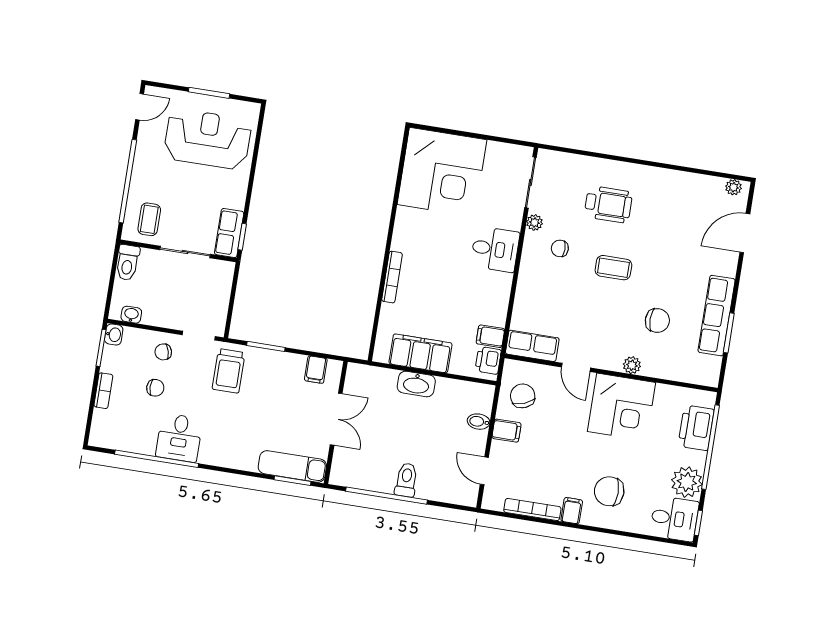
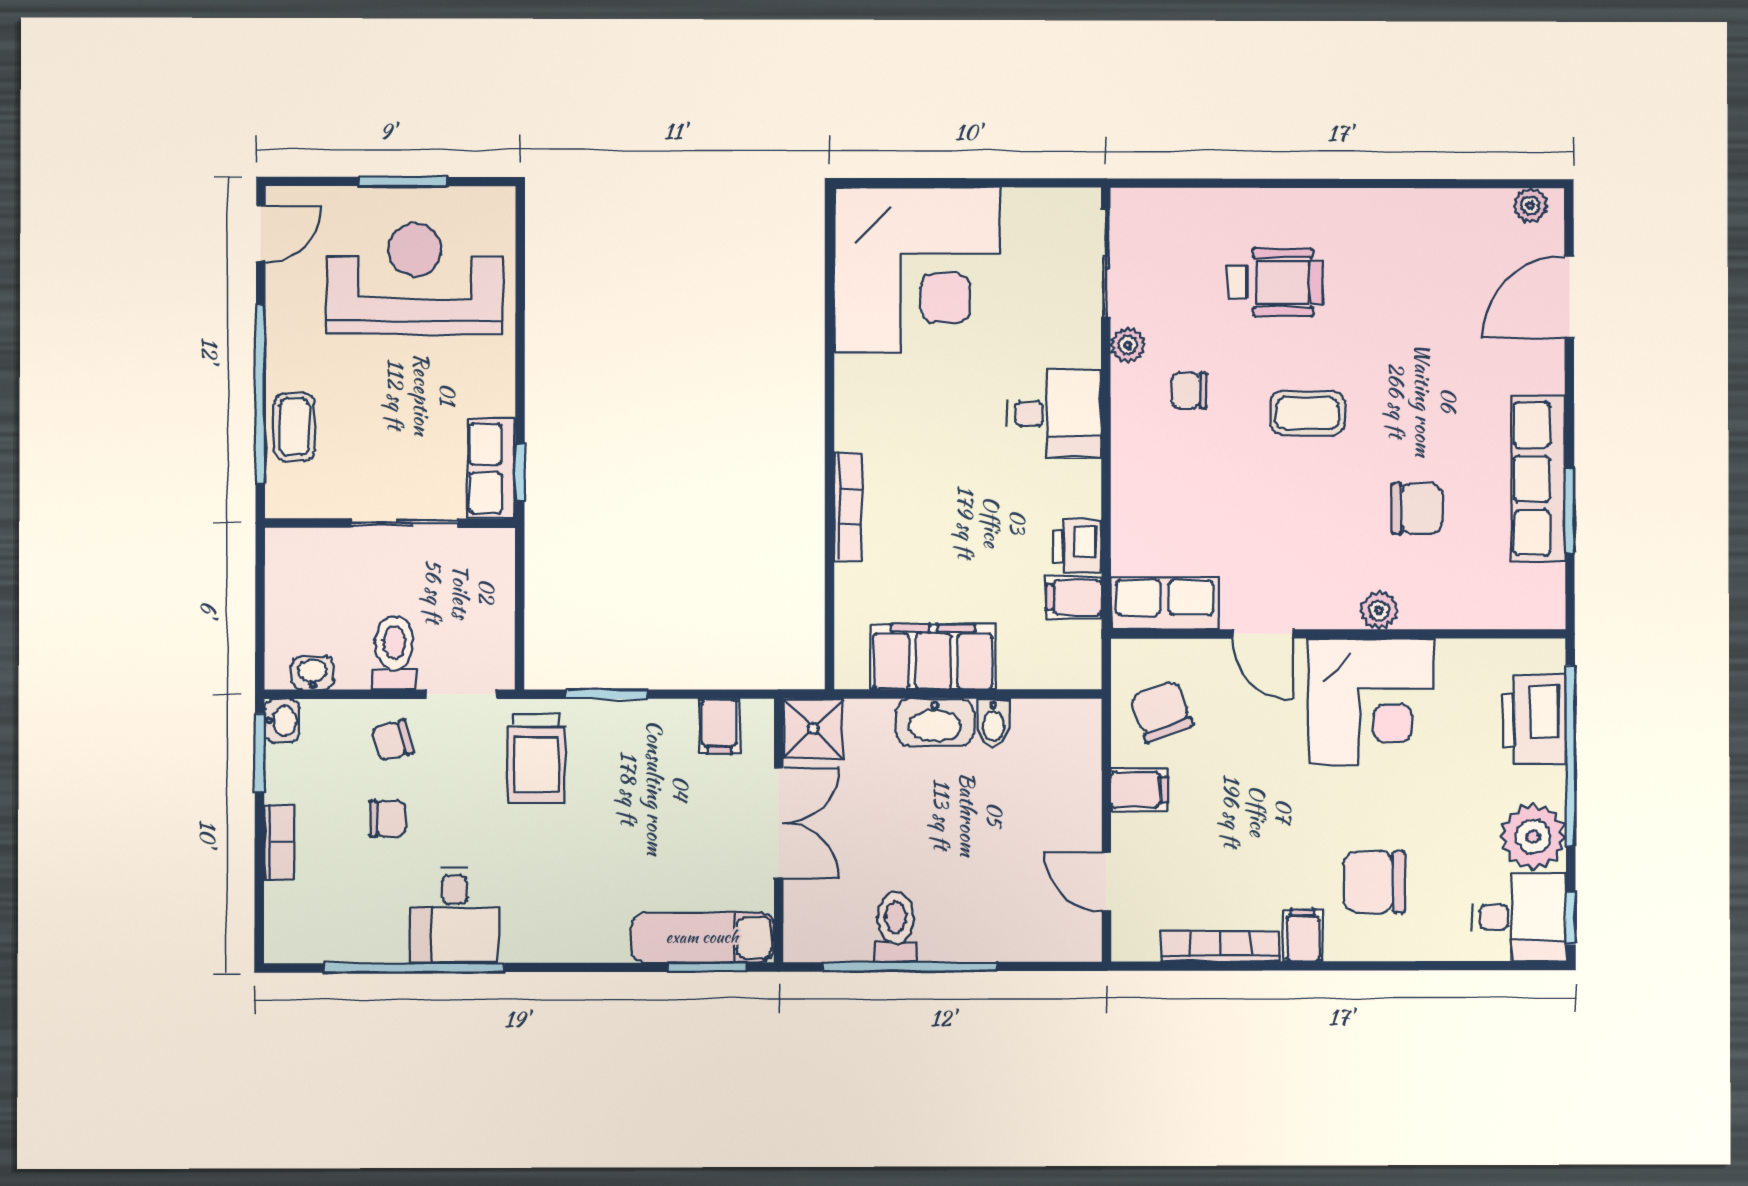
coffee table: (149, 219) -> (294, 427), moved
toilet: (128, 263) -> (394, 653), moved, turned 180
printer: (488, 360) -> (1077, 546), moved
shower: (359, 378) -> (813, 729), added
bidet: (479, 422) -> (994, 723), moved, turned -90
toilet: (406, 480) -> (896, 927), moved

